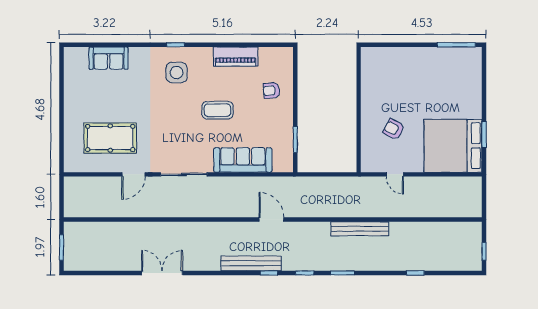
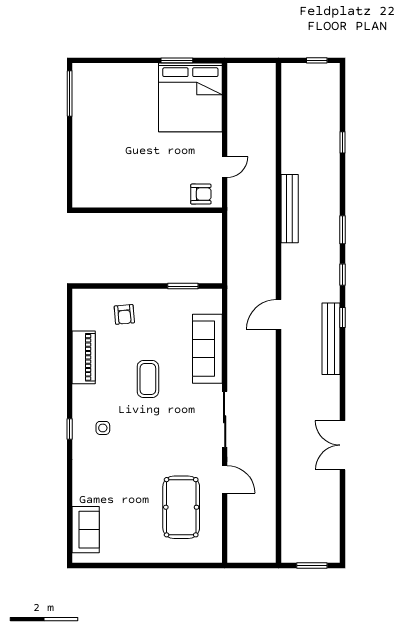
sofa: (109, 58) -> (86, 530), moved
side table: (177, 73) -> (103, 428), width x0.54, depth x0.54
armchair: (394, 129) -> (201, 194), moved, turned -118

